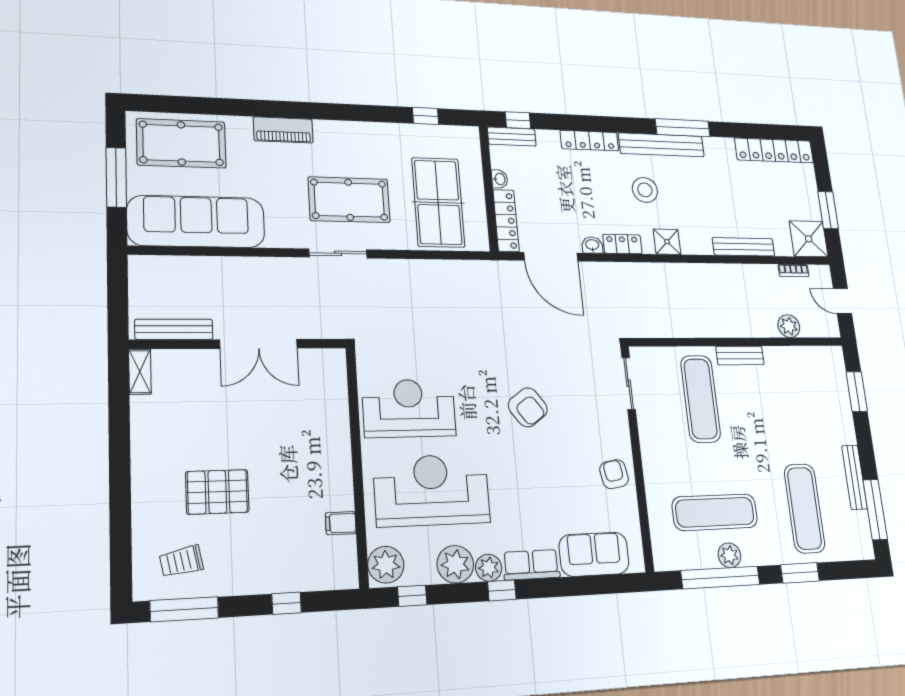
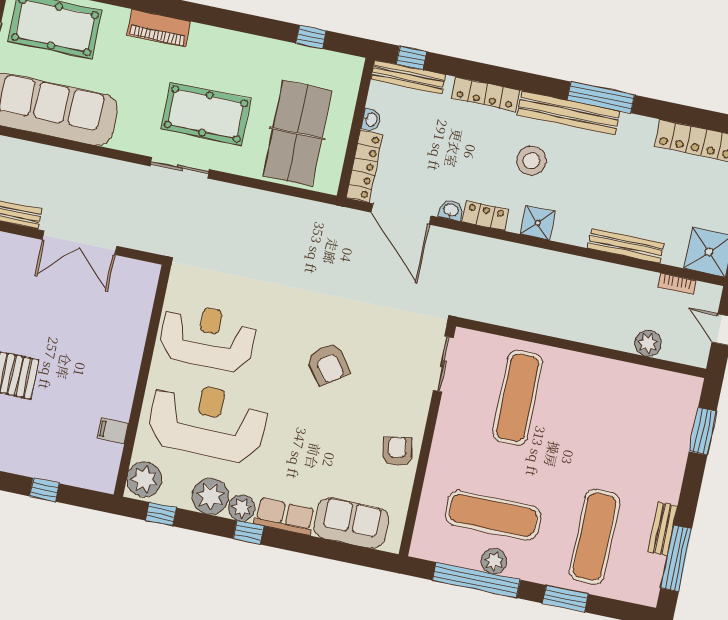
bench: (512, 137) -> (408, 77), width x1.36
bench: (740, 355) -> (579, 363), removed
bench: (854, 477) -> (663, 529), width x0.73

